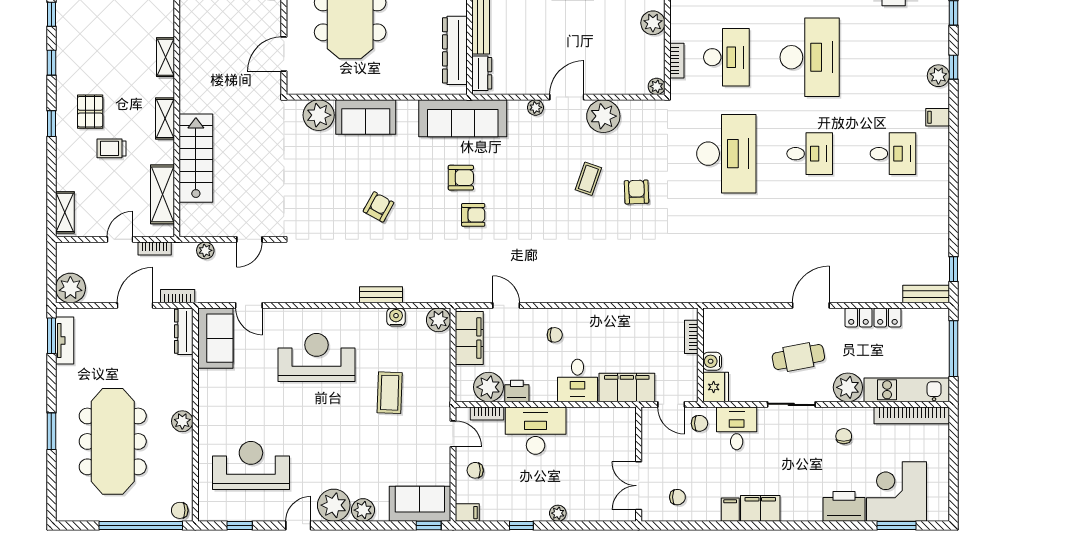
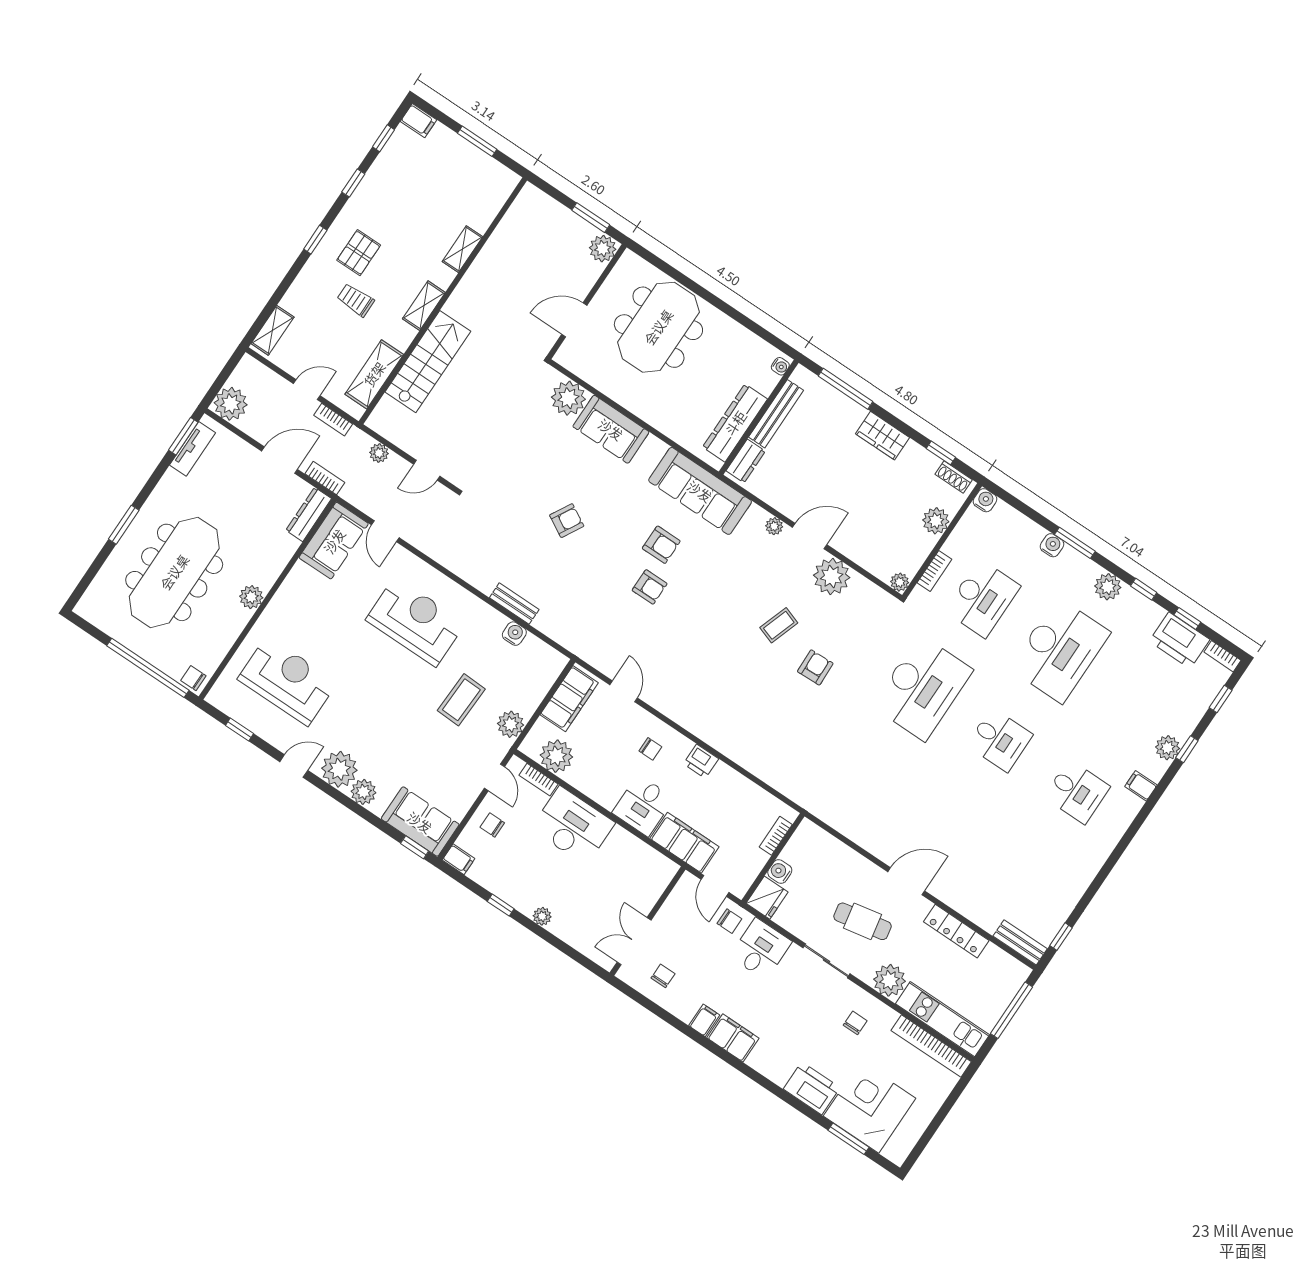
plant: (439, 320) -> (511, 724), moved
printer: (517, 391) -> (701, 761), moved, turned 180
chair: (677, 497) -> (663, 976), turned -90

